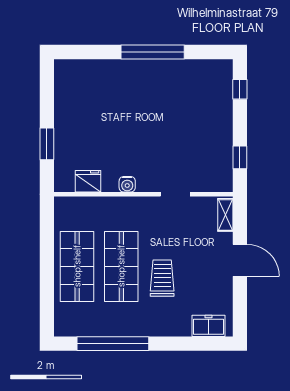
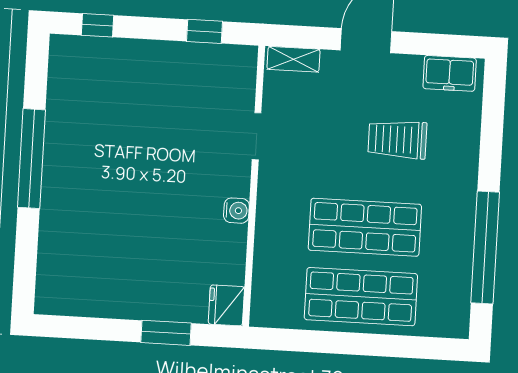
fridge: (88, 181) -> (226, 305), moved
trolley: (162, 278) -> (397, 139), moved
freezer: (208, 326) -> (450, 73), moved, turned -90

